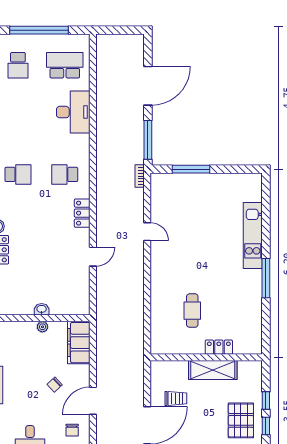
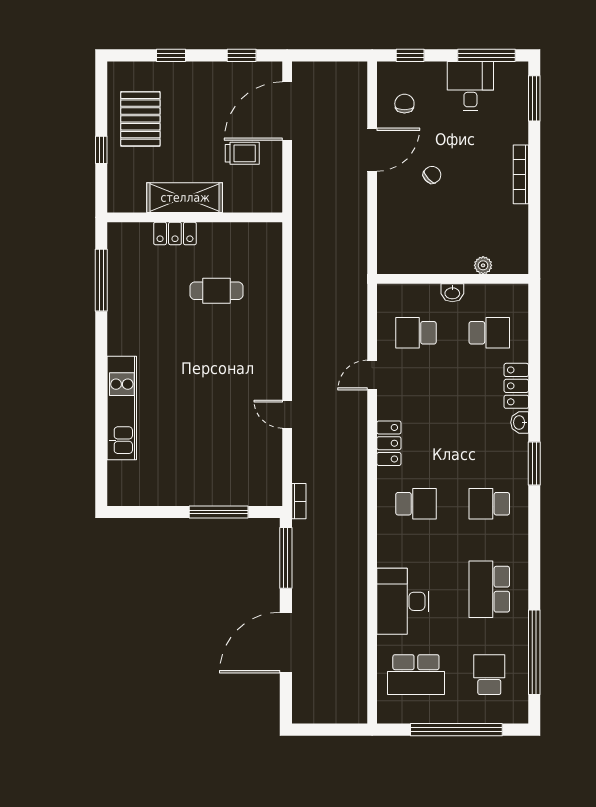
school desk: (18, 120) -> (489, 589), added
window: (266, 278) -> (101, 280), moved
school desk: (18, 284) -> (489, 333), added
school desk: (65, 284) -> (416, 333), added
cafe table: (192, 311) -> (216, 291), turned 90
plant: (42, 327) -> (483, 265), moved
filing cabinet: (79, 343) -> (394, 241), removed
trolley: (176, 398) -> (242, 153), turned 180
window: (266, 426) -> (101, 110), removed

